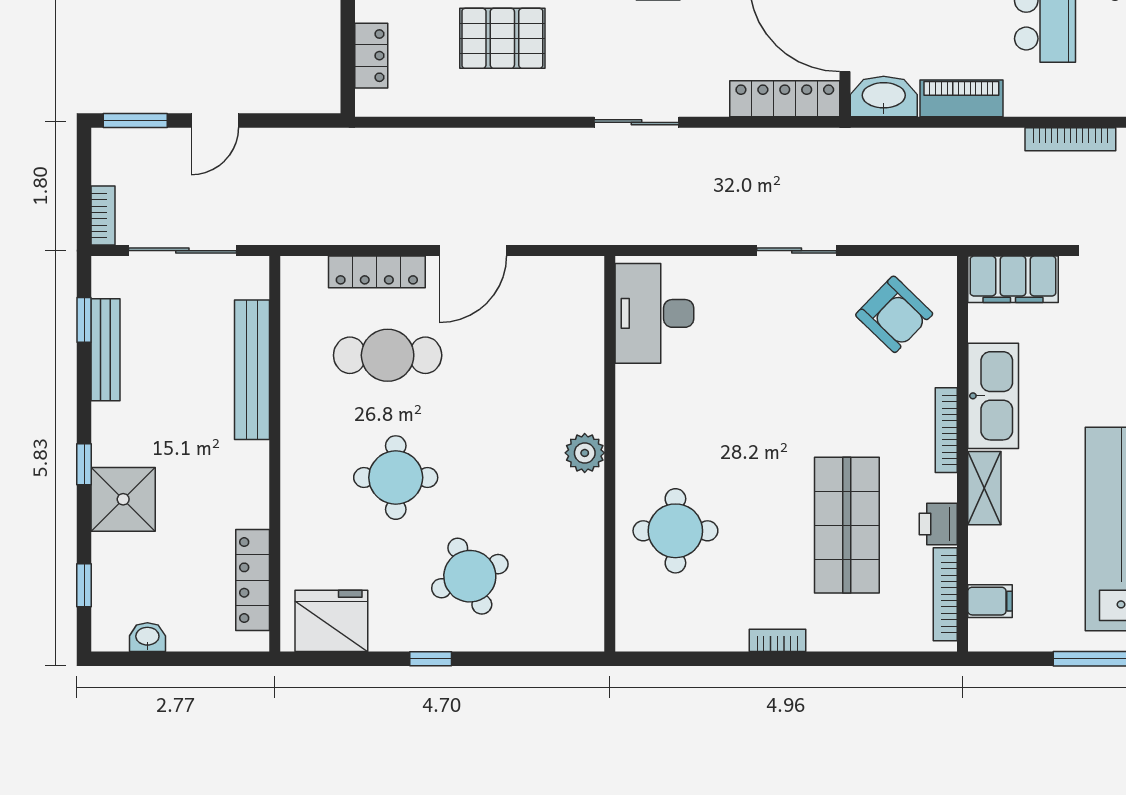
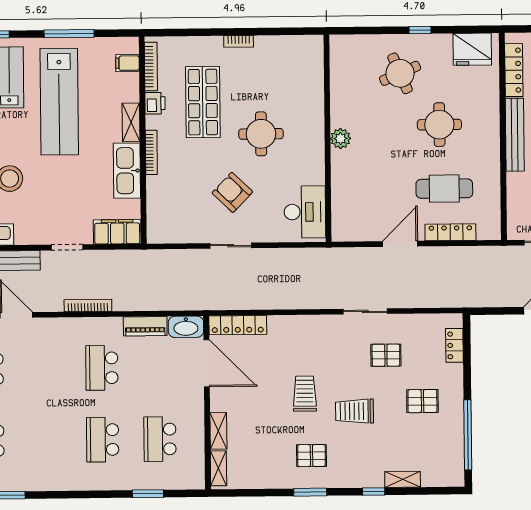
pallet: (502, 38) -> (386, 355), width x0.67, depth x0.71
sliding door: (637, 122) -> (365, 311), moved
armchair: (894, 314) -> (232, 192), moved
bench: (252, 370) -> (515, 135), moved
round table: (675, 531) -> (261, 134), moved

